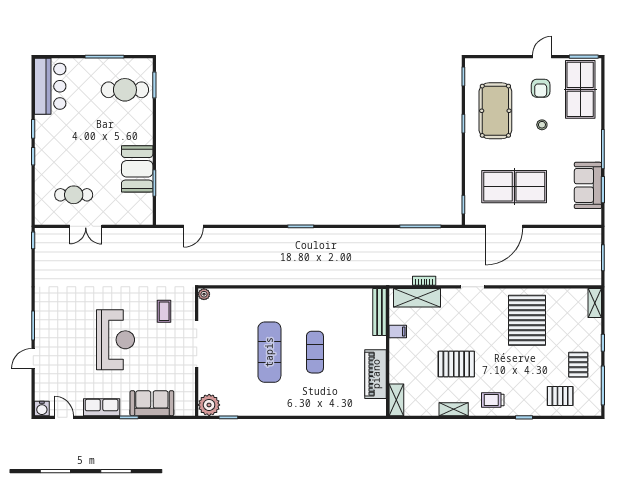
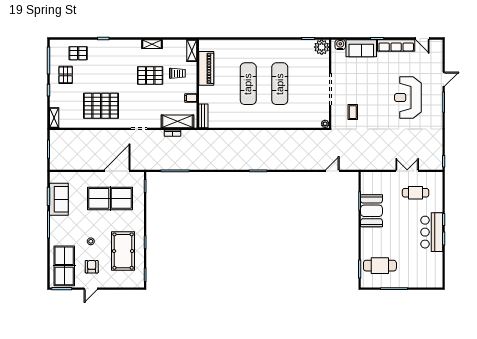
bar counter: (50, 86) -> (432, 232), moved
bench: (380, 312) -> (203, 116), width x0.73
pallet: (527, 320) -> (101, 106), turned 90
reception desk: (115, 340) -> (408, 98), moved
exercise mat: (315, 352) -> (248, 84), width x1.36, depth x1.45
trolley: (493, 400) -> (177, 73), moved
row of seats: (102, 407) -> (396, 46), width x1.48
water cooler: (42, 408) -> (340, 45), moved

